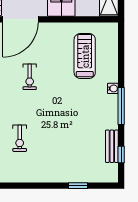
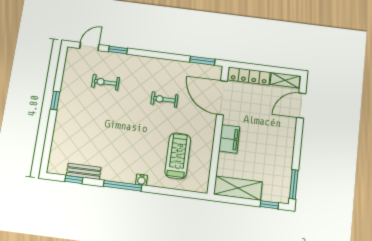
treadmill: (85, 56) -> (178, 156), turned -90
window: (78, 186) -> (55, 100), moved

